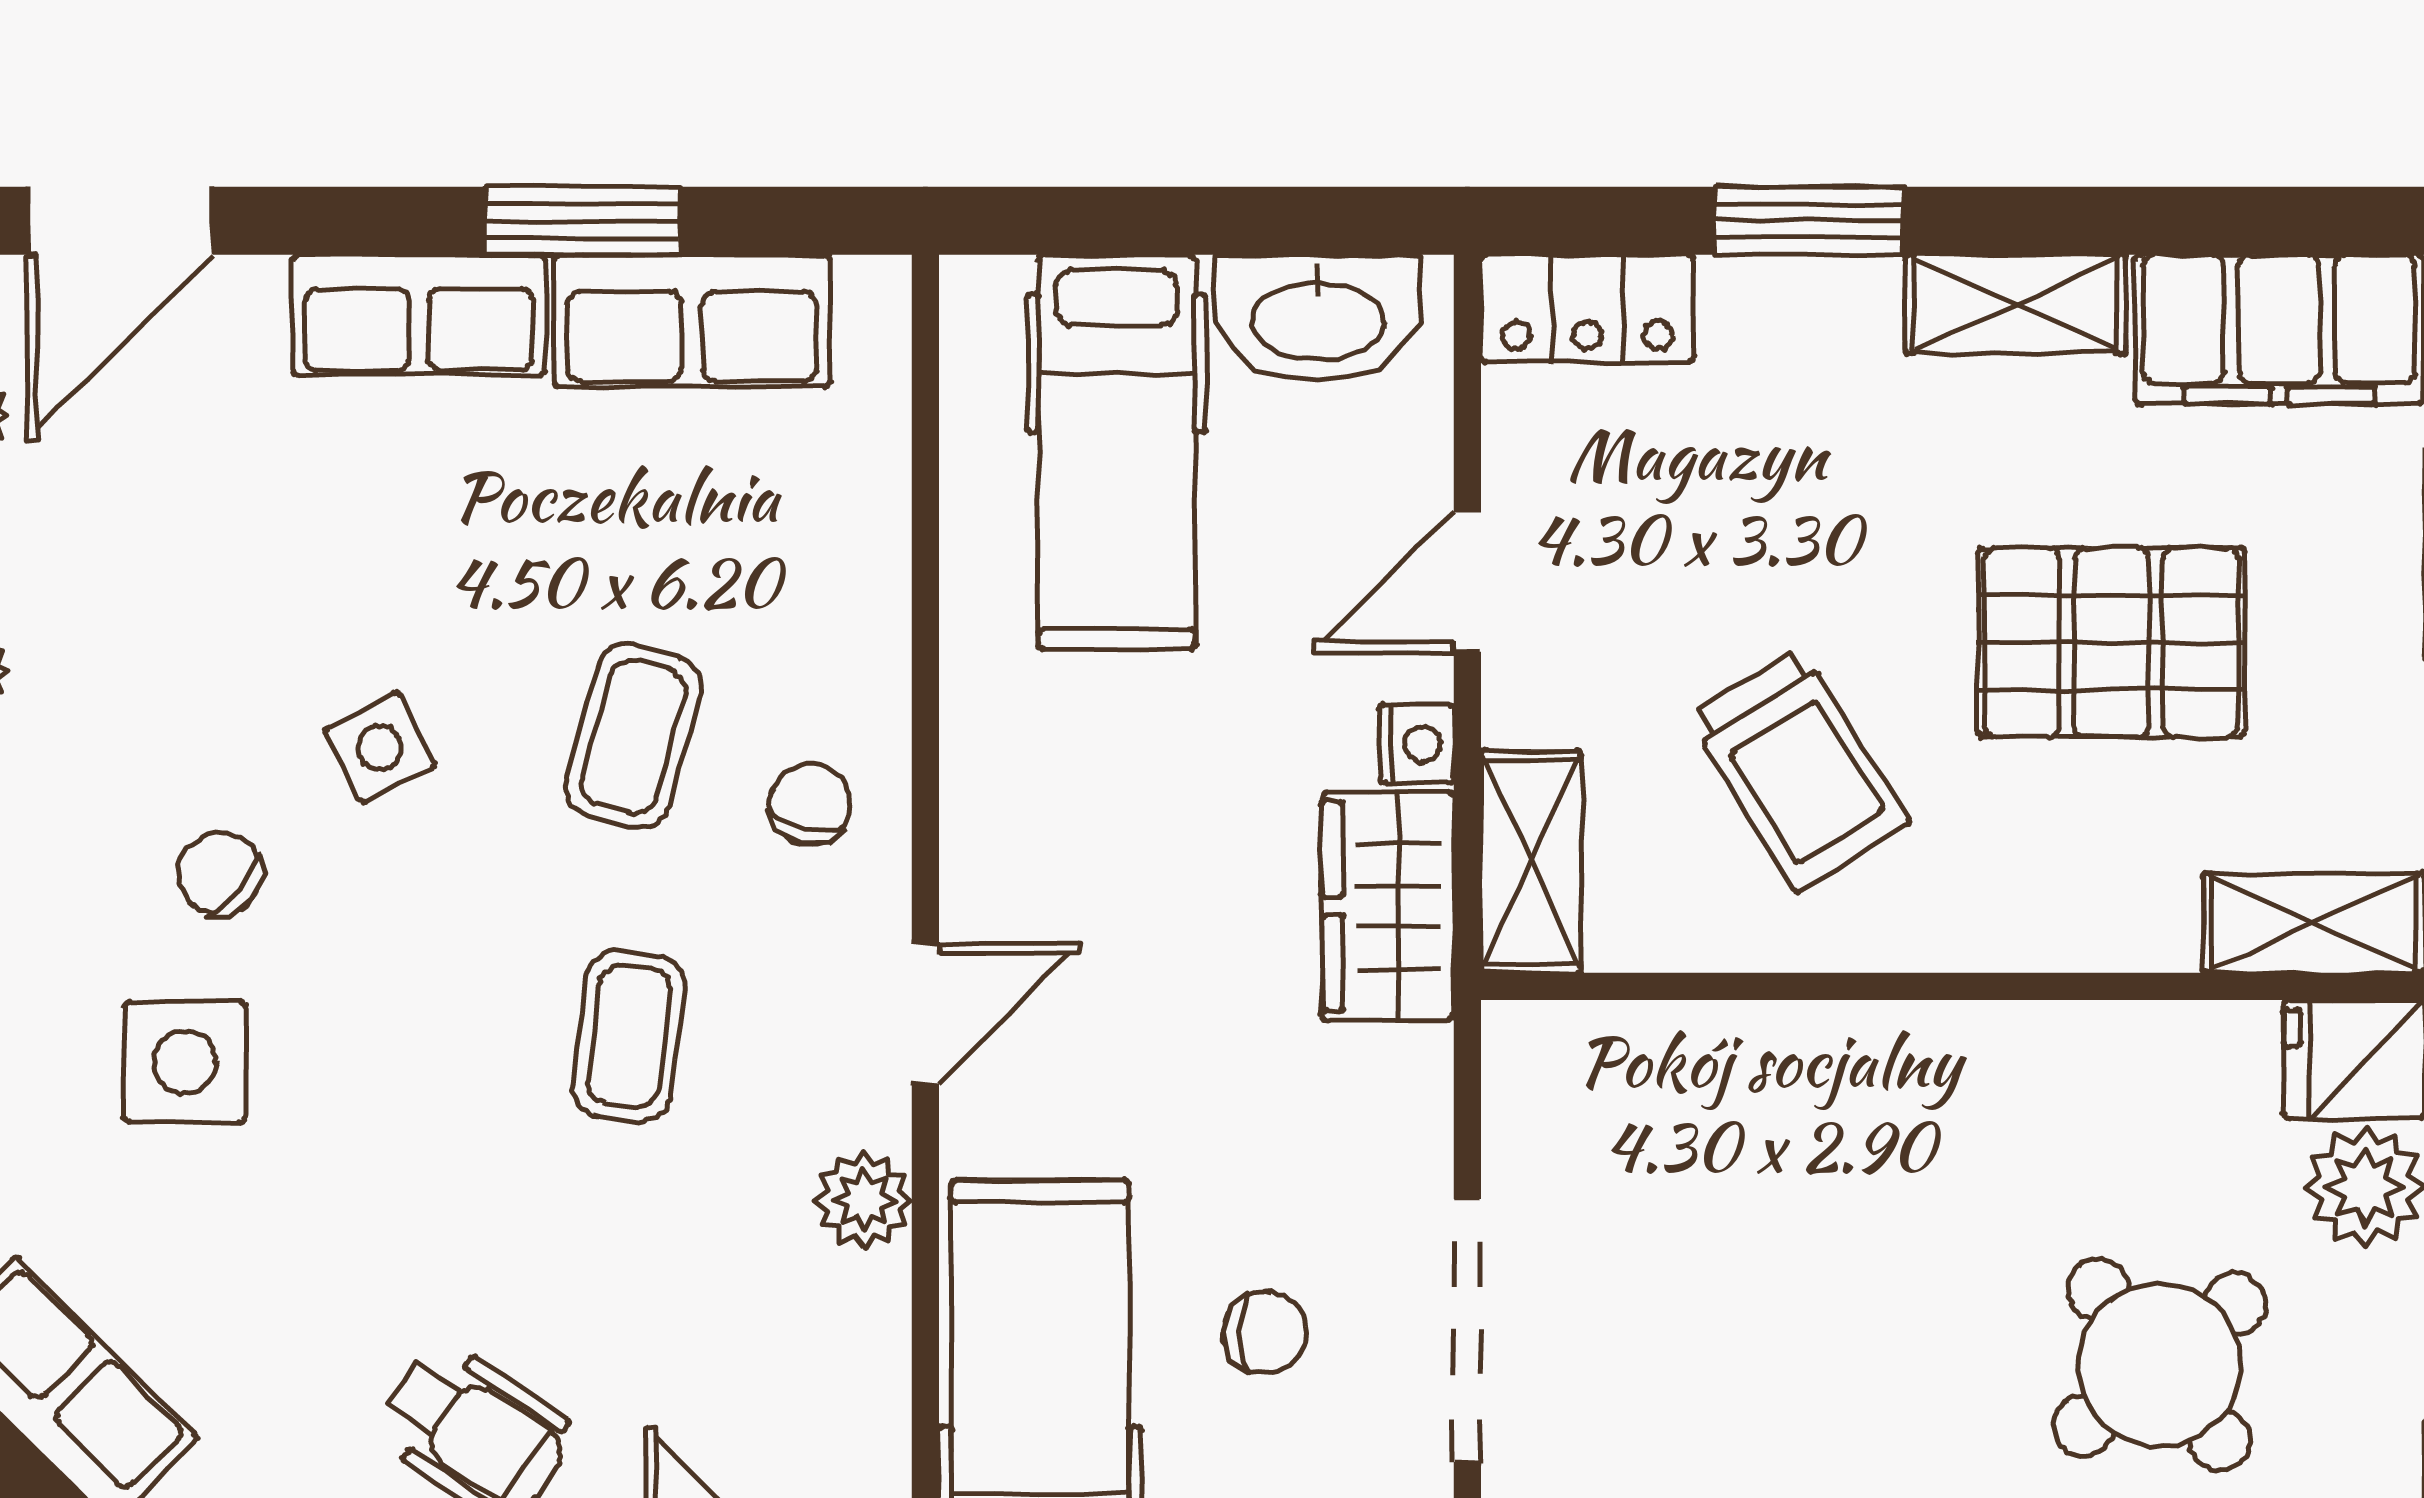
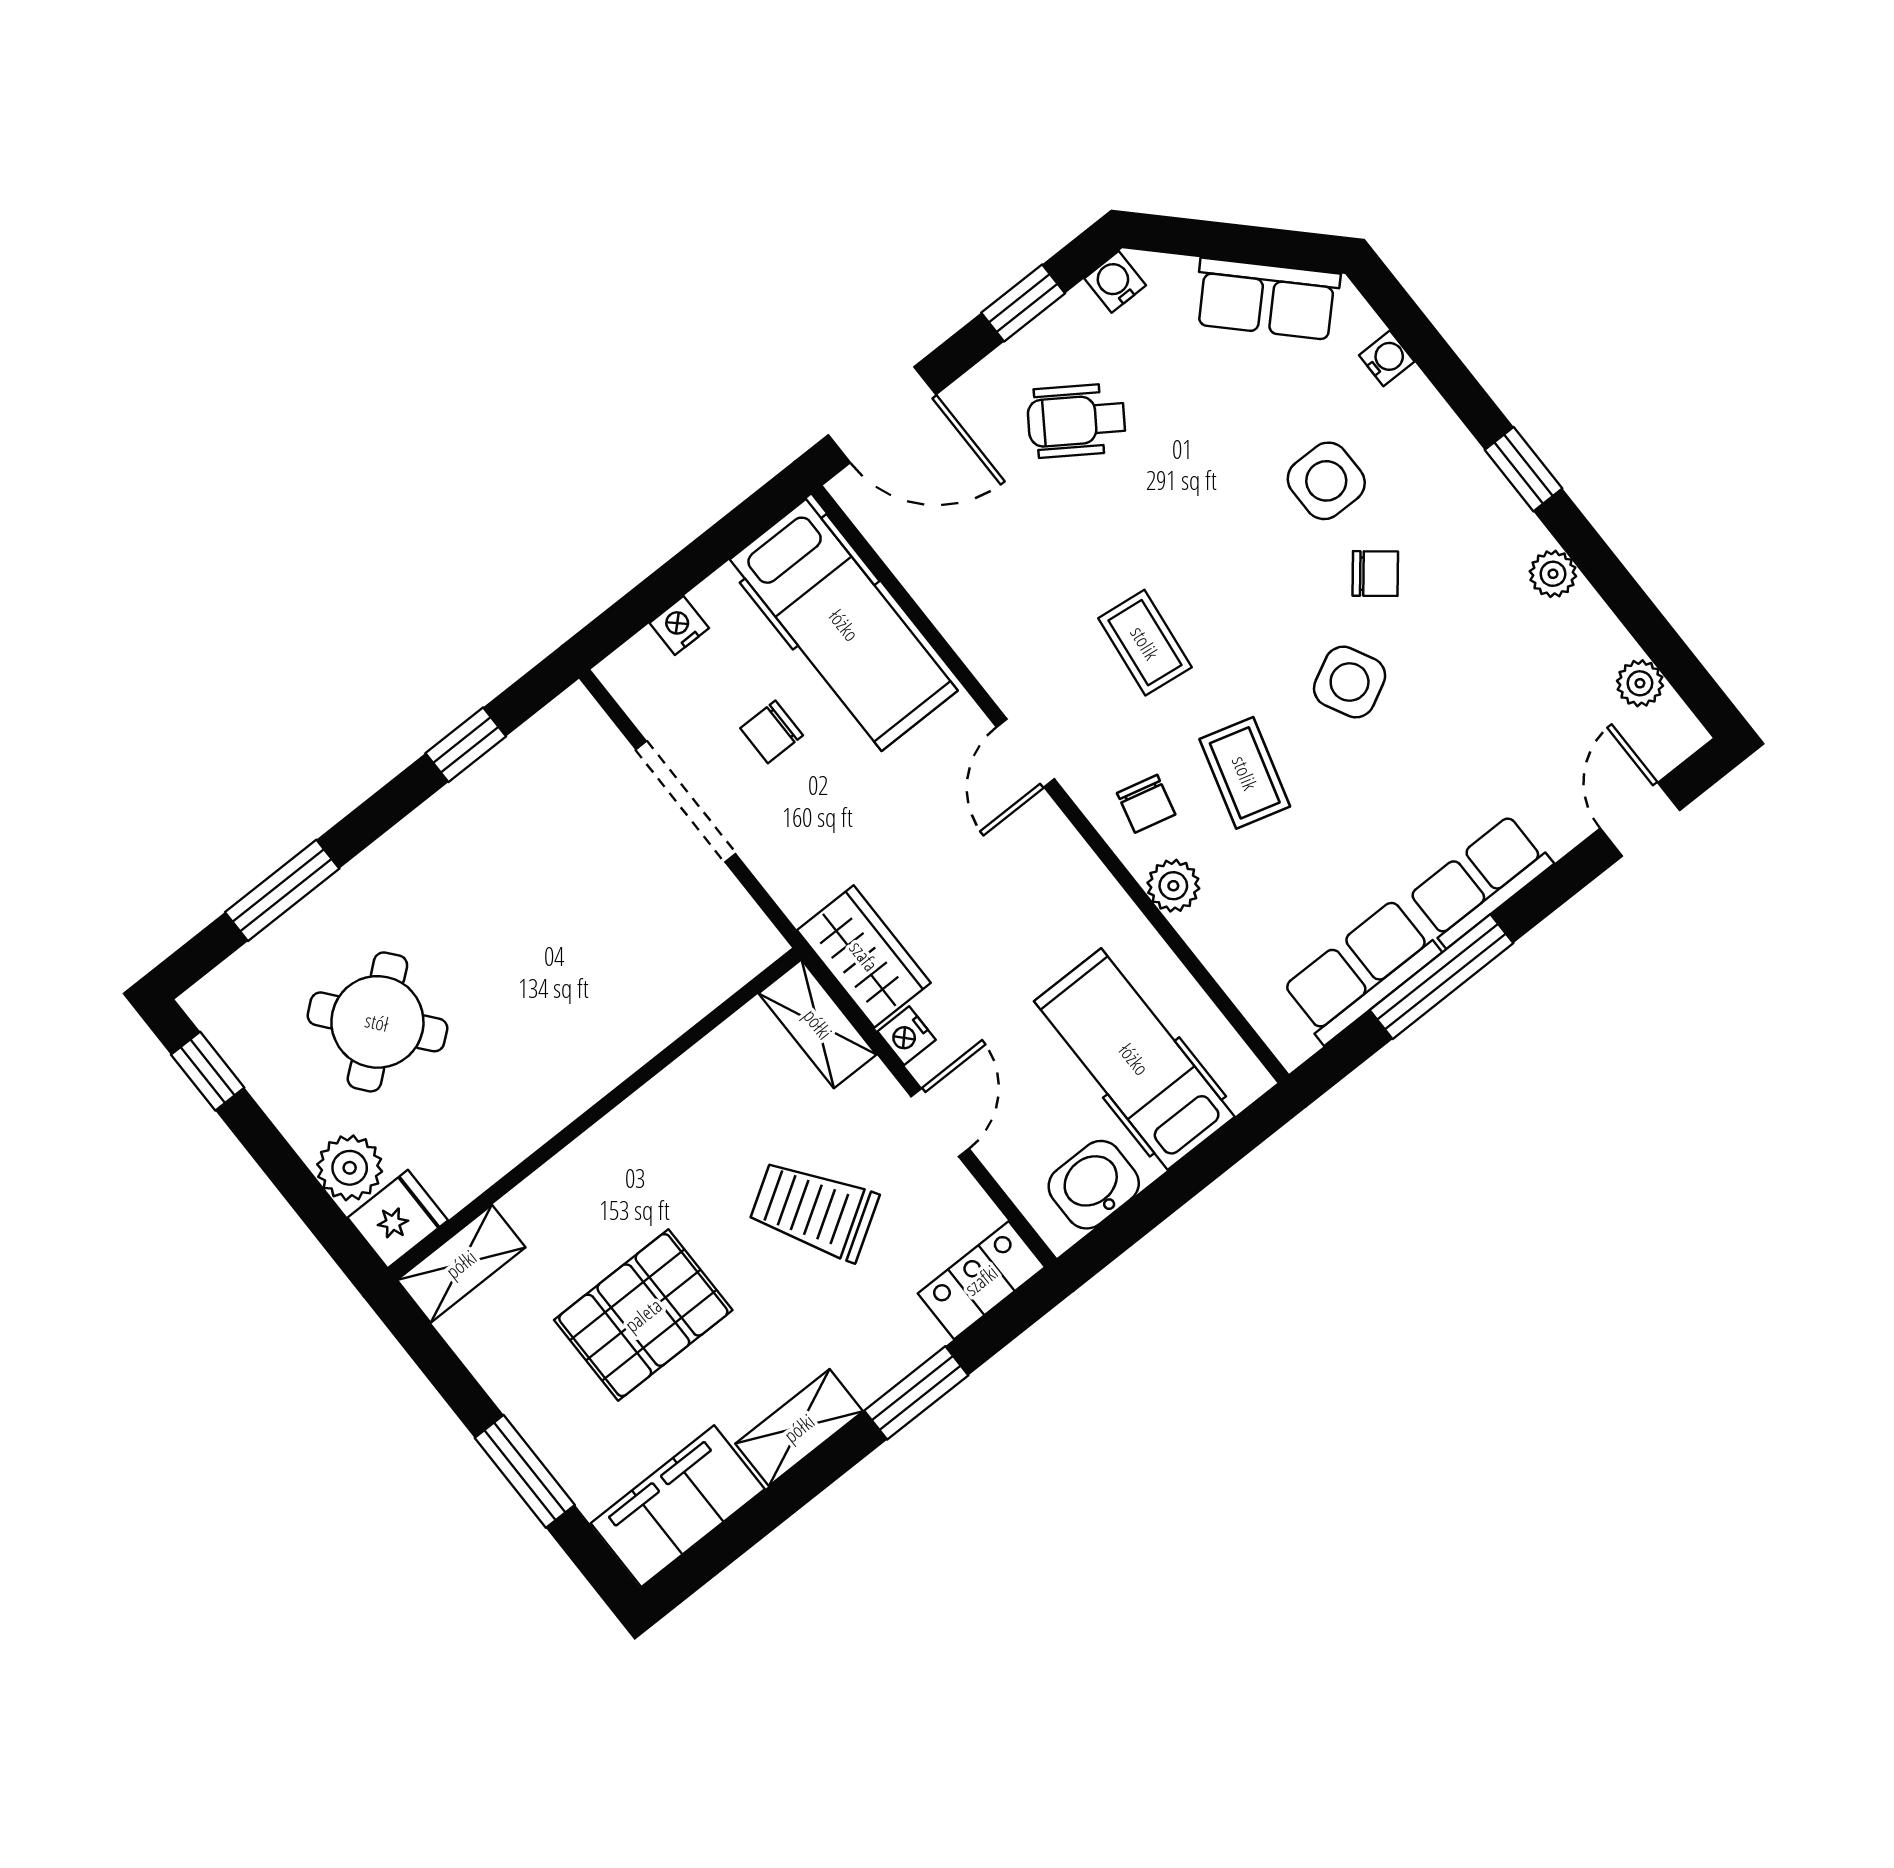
door: (120, 221) -> (1640, 819), width x0.73
window: (583, 221) -> (1442, 977), width x1.44
washbasin: (1318, 318) -> (1094, 1185), width x0.72
side table: (380, 748) -> (1350, 682), width x1.37, depth x1.37
trolley: (1799, 770) -> (814, 1210), moved
plant: (864, 1200) -> (1173, 886), moved

